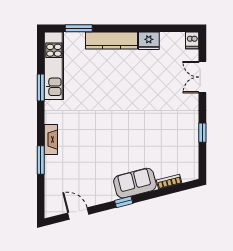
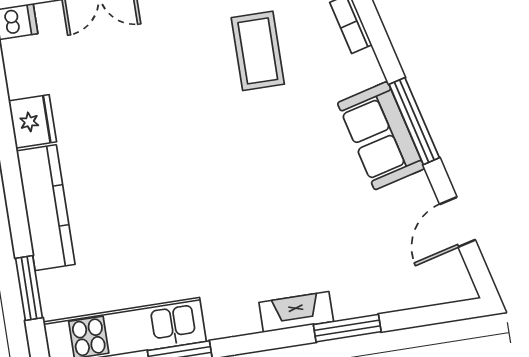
coffee table: (164, 141) -> (258, 51), added
sofa: (135, 183) -> (381, 136), moved
window: (124, 202) -> (414, 121), width x2.17

